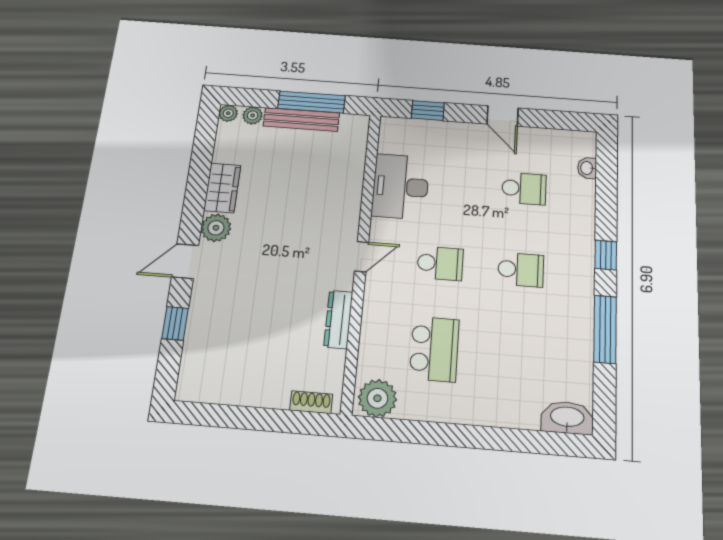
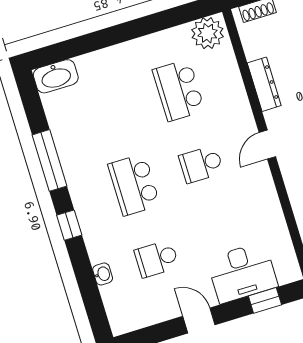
washbasin: (587, 168) -> (103, 274), moved
desk: (400, 187) -> (242, 272), moved, turned 90
school desk: (521, 270) -> (134, 185), width x1.85

